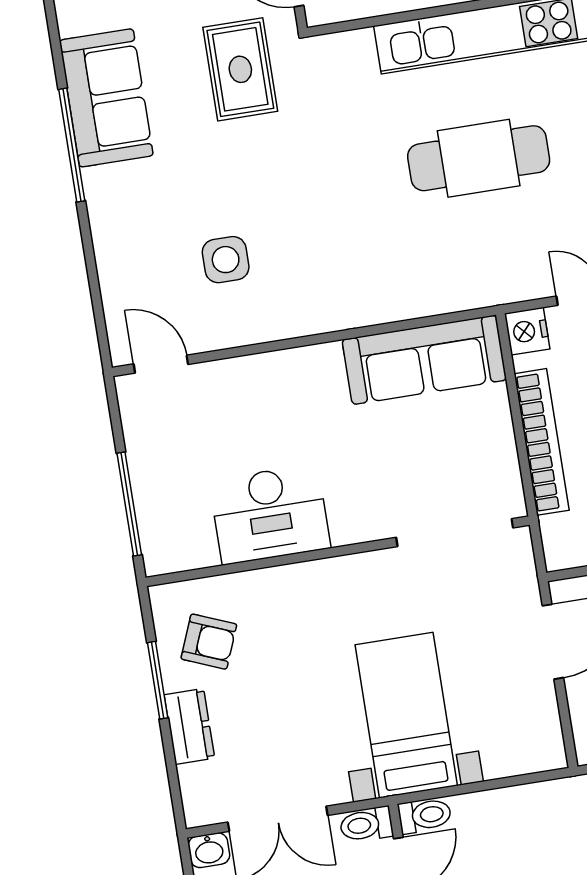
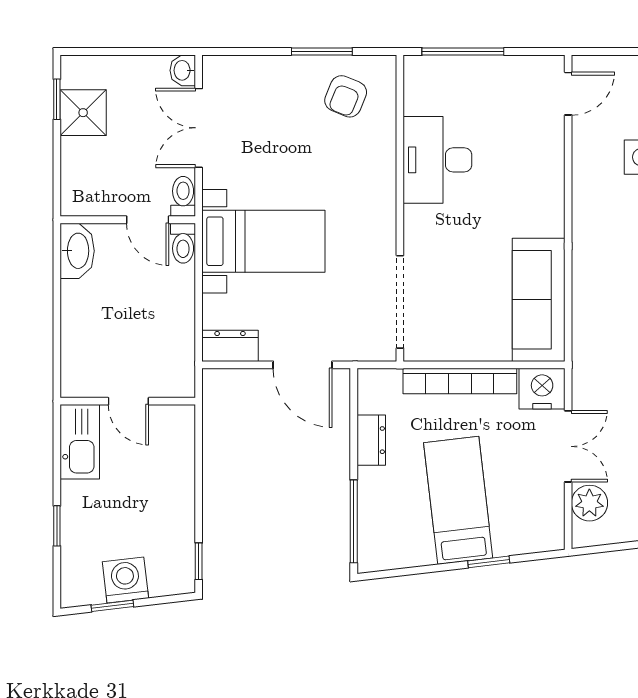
nightstand: (527, 331) -> (542, 389), width x1.36, depth x1.33
dresser: (189, 726) -> (230, 346), moved, turned 180

